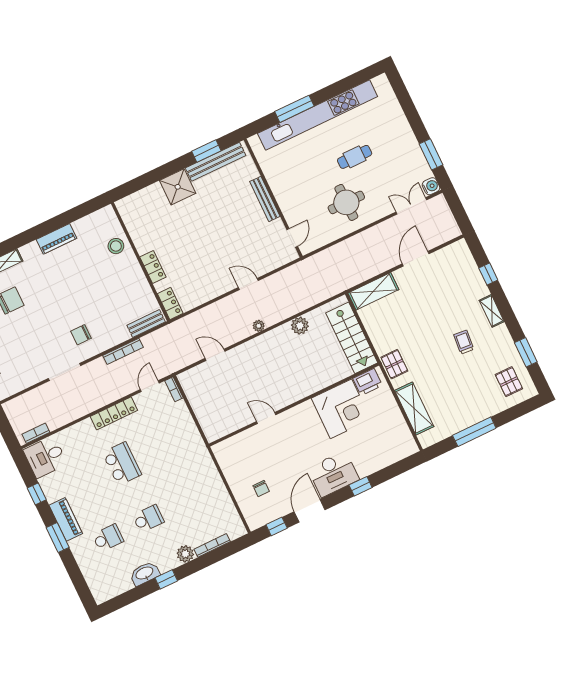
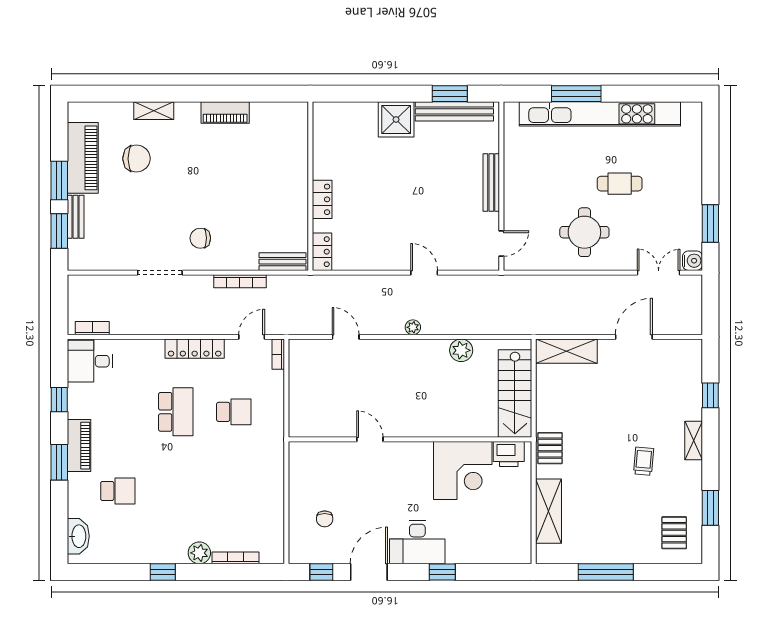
stool: (116, 246) -> (291, 154), removed
school desk: (148, 519) -> (234, 412), moved
washbasin: (145, 573) -> (78, 536), moved, turned 90

